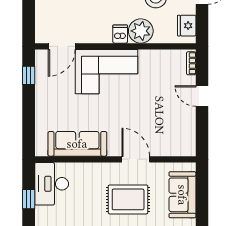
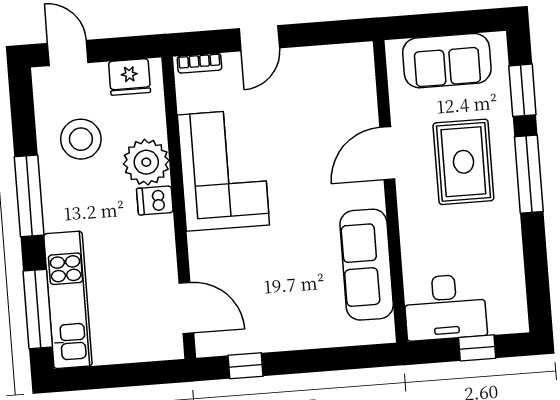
corner sofa: (106, 72) -> (223, 170), moved

